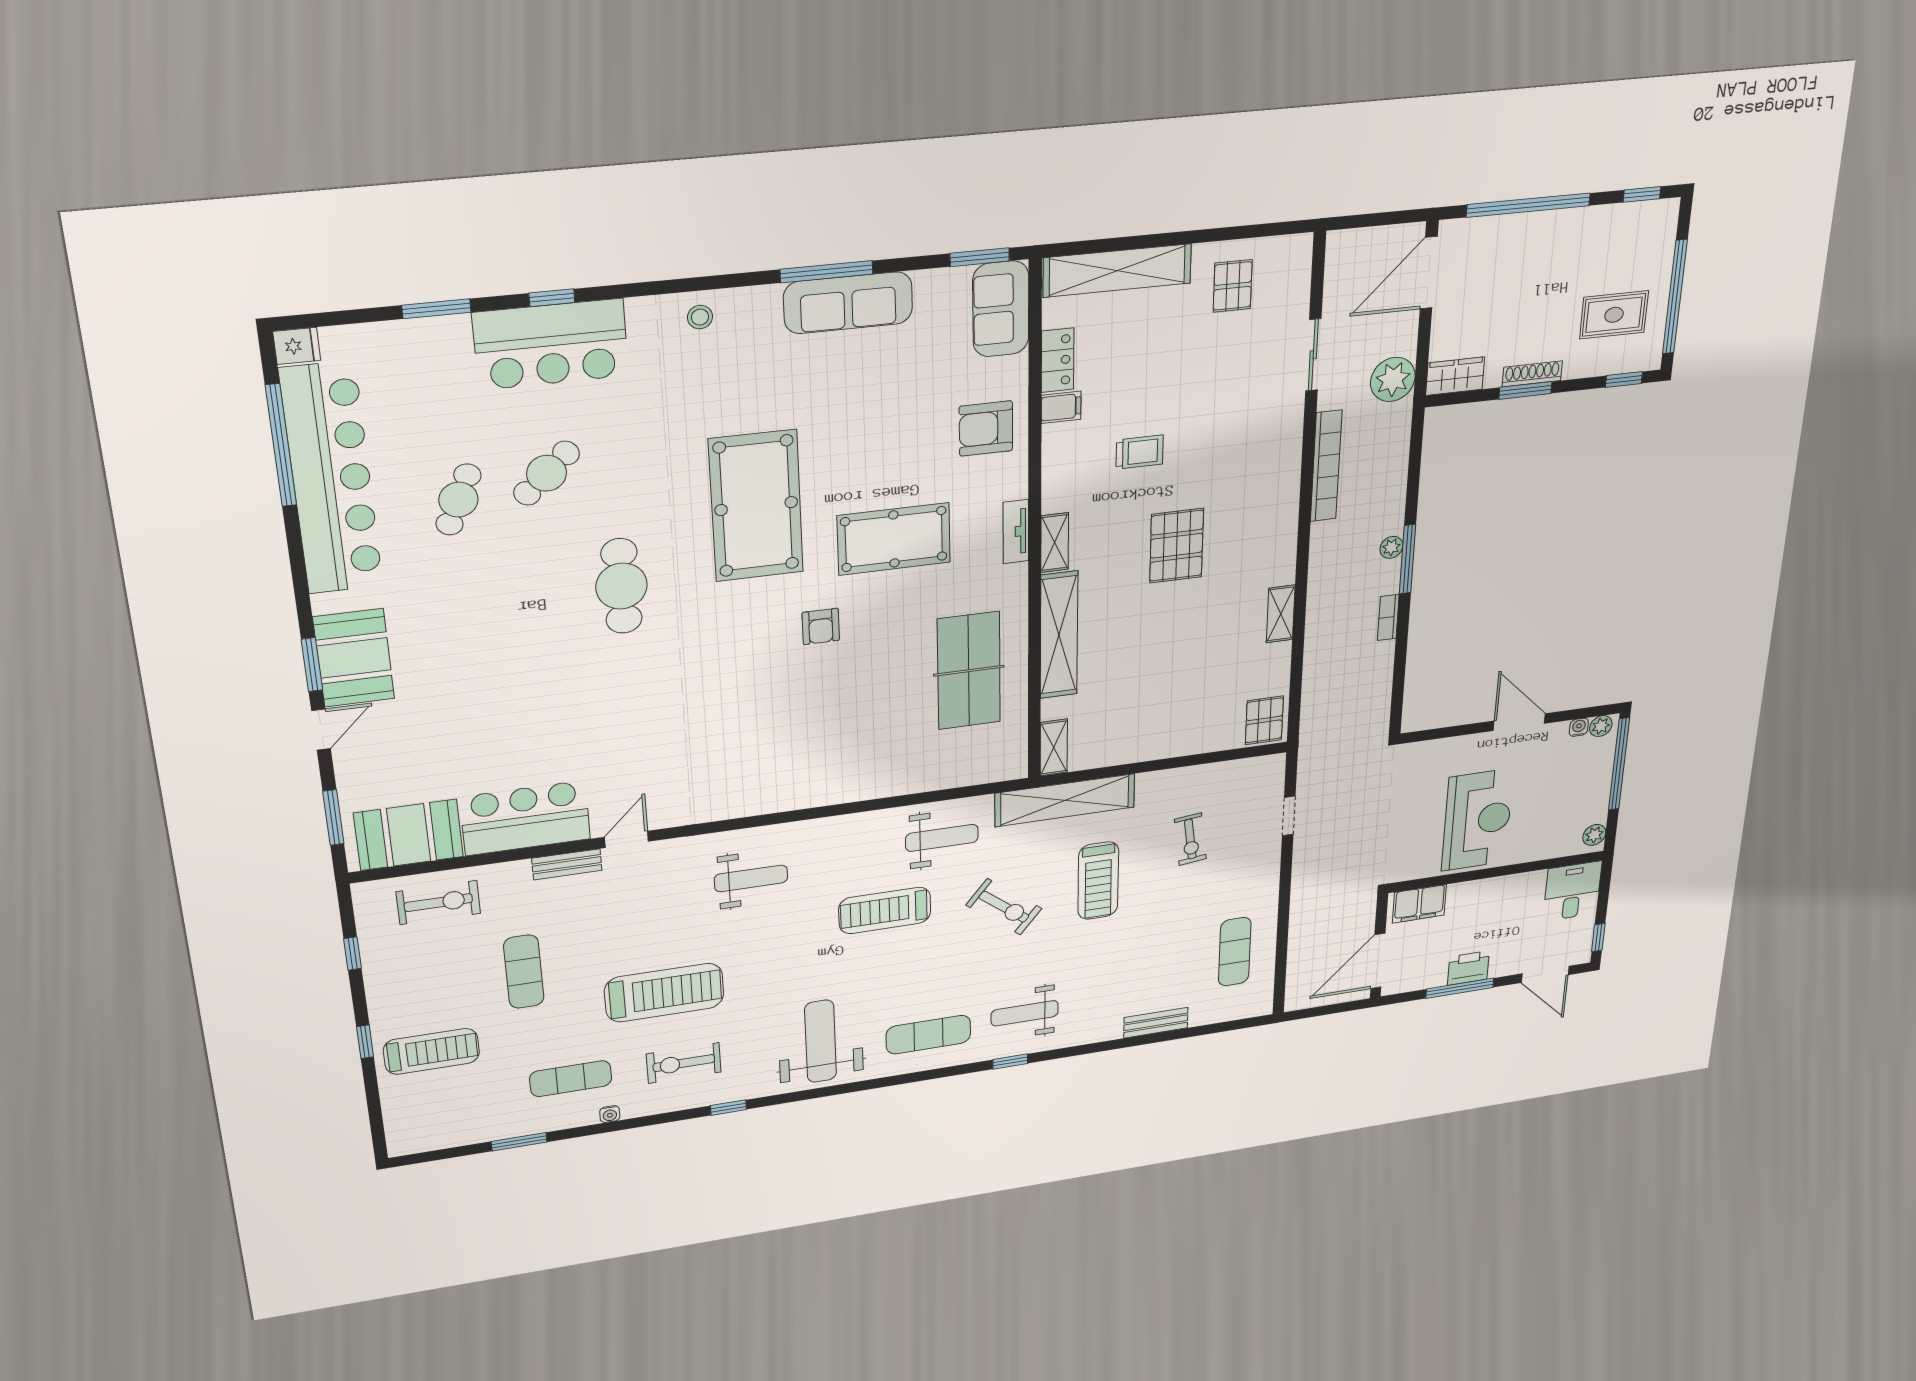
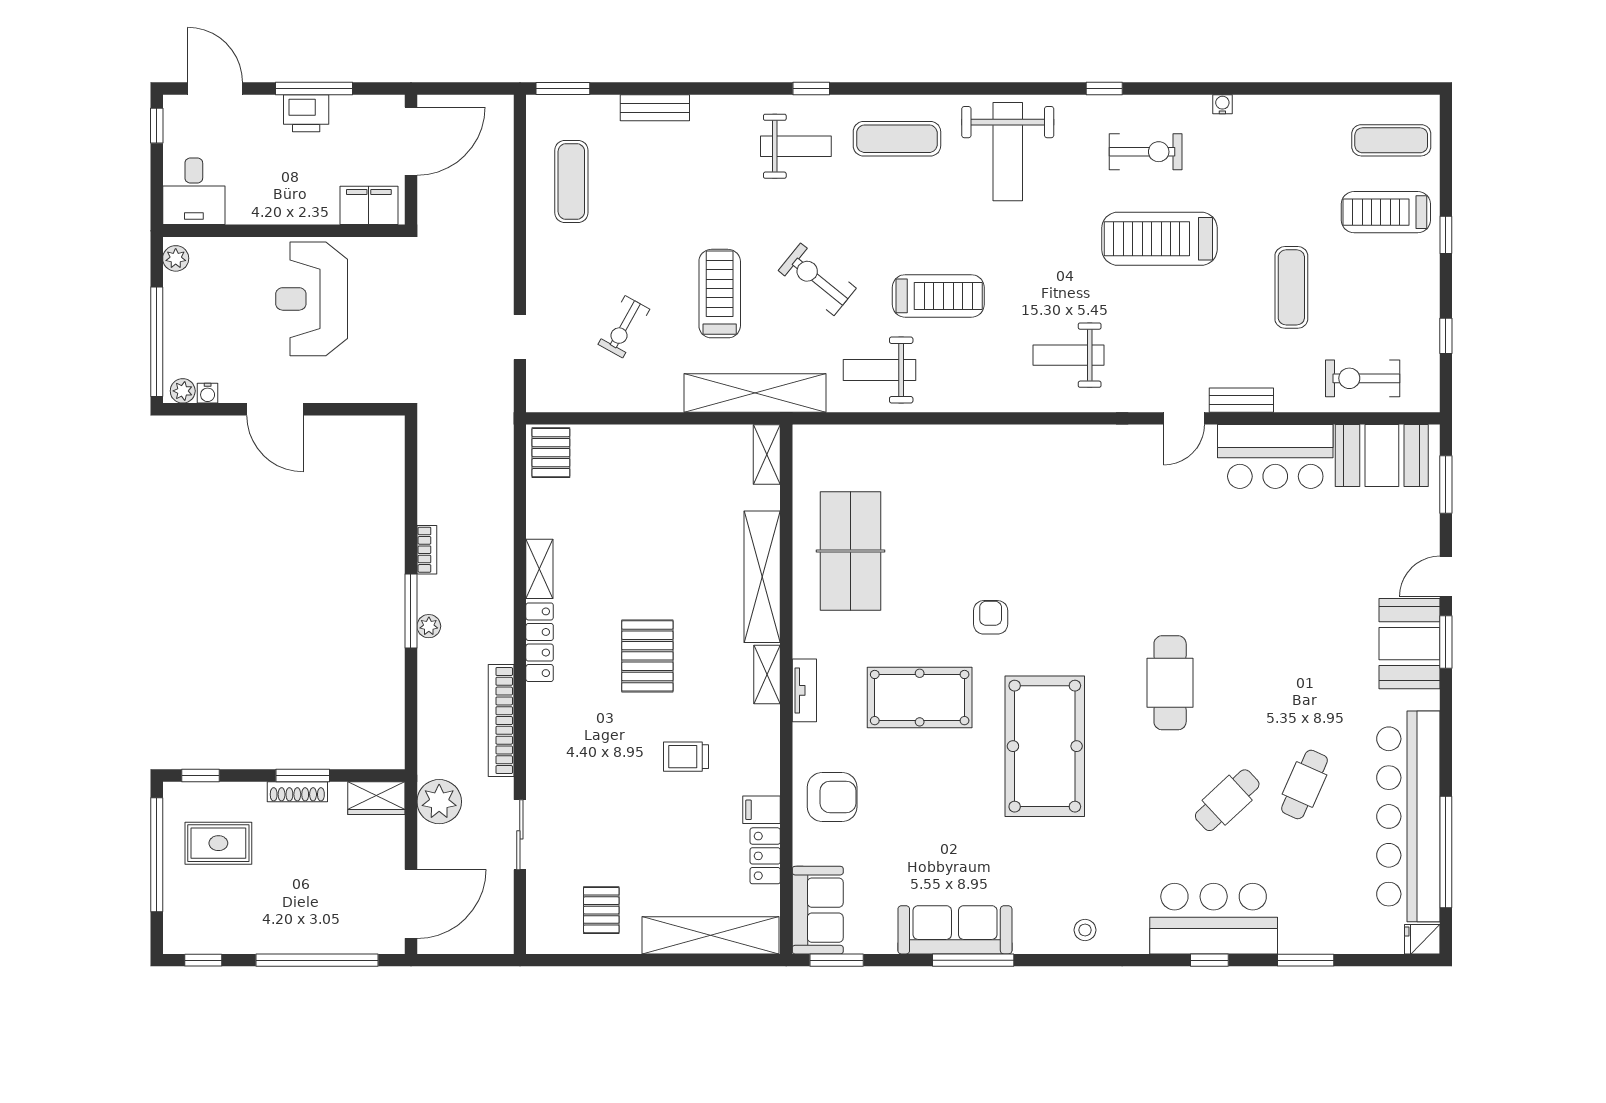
locker: (1284, 546) -> (540, 642), added
exercise bike: (1190, 839) -> (624, 327), turned -144
exercise mat: (571, 1079) -> (1391, 140), moved
window: (519, 1142) -> (563, 89), moved

